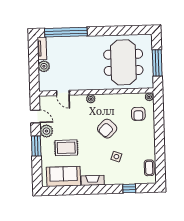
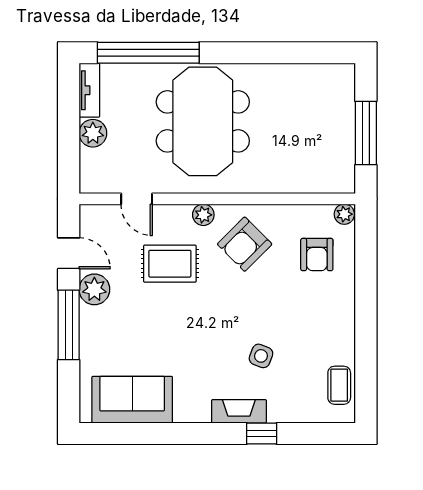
meeting table: (123, 62) -> (203, 121), moved
armchair: (107, 129) -> (245, 244), moved
window: (36, 146) -> (69, 325), width x1.44
rug: (66, 148) -> (170, 264), moved
fireplace: (93, 180) -> (239, 411), moved
window: (129, 188) -> (262, 433), moved

